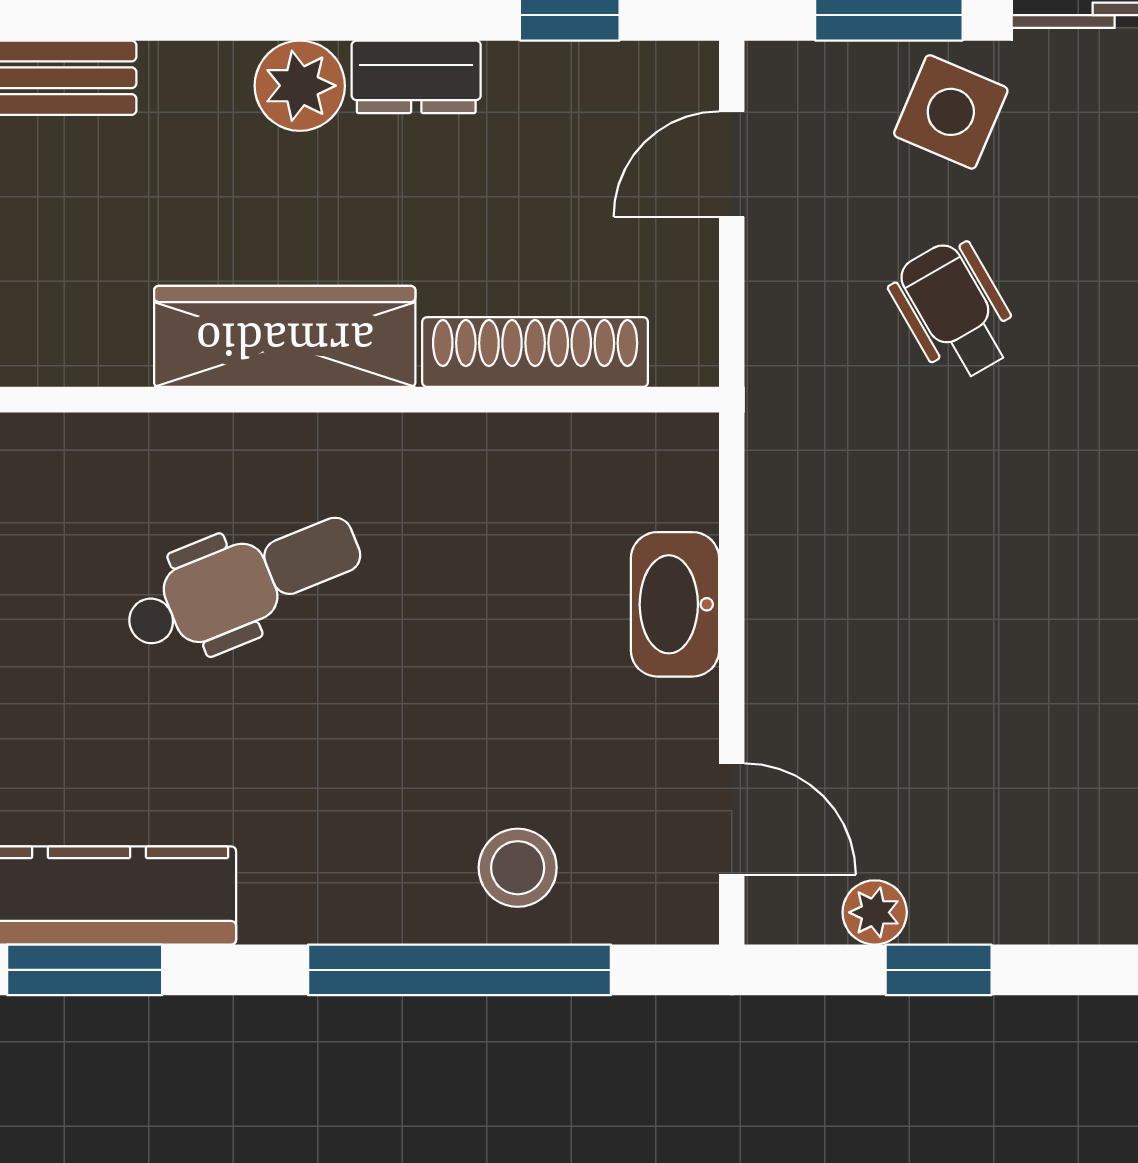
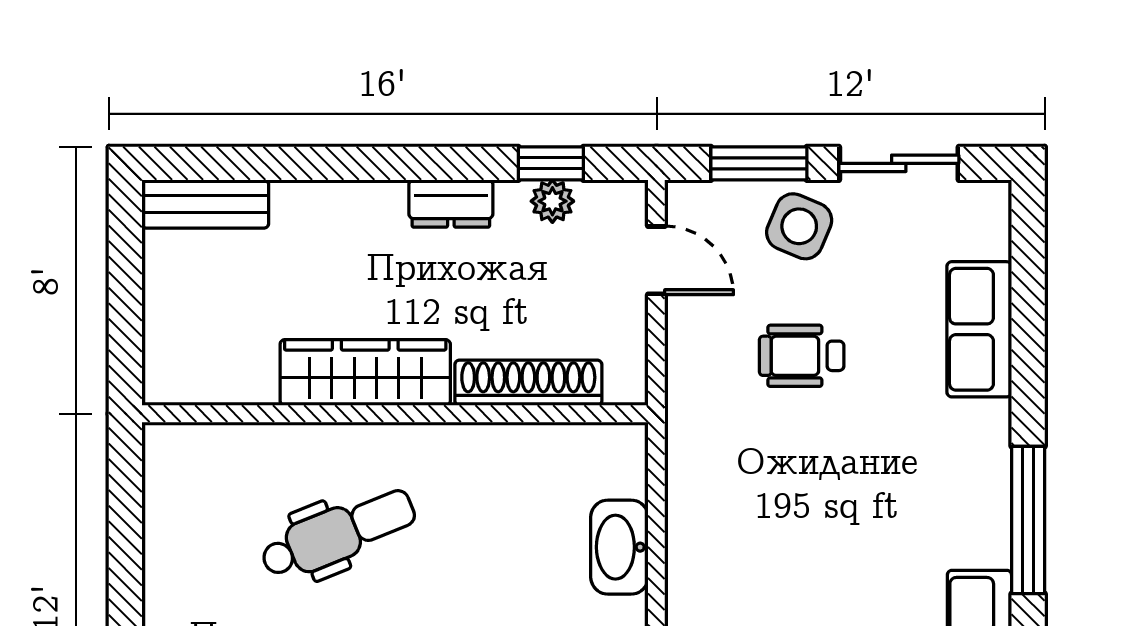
plant: (300, 86) -> (552, 201), moved, width x0.73, depth x0.73
door: (732, 164) -> (656, 260), swing flipped
wheelchair: (955, 311) -> (802, 356), turned -60

